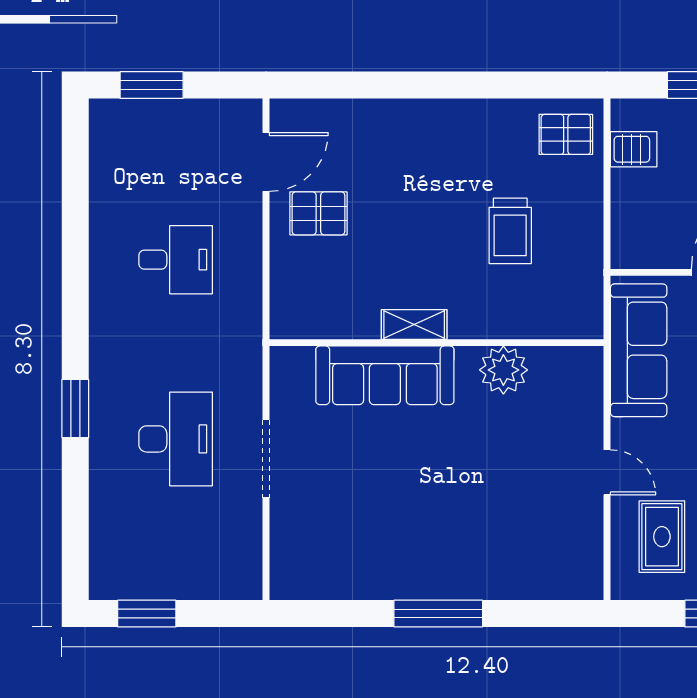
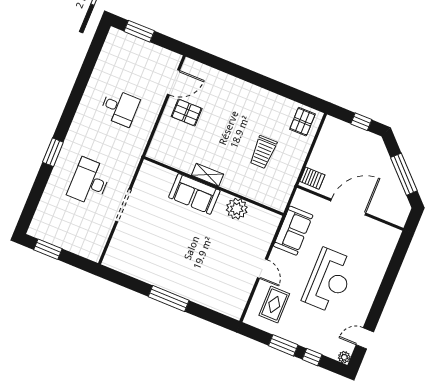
pallet: (566, 134) -> (302, 122), turned 90
server rack: (634, 149) -> (312, 178), moved
sofa: (639, 350) -> (293, 231), width x0.73
sofa: (385, 375) -> (194, 194), width x0.73
desk: (176, 439) -> (89, 182), turned 180

